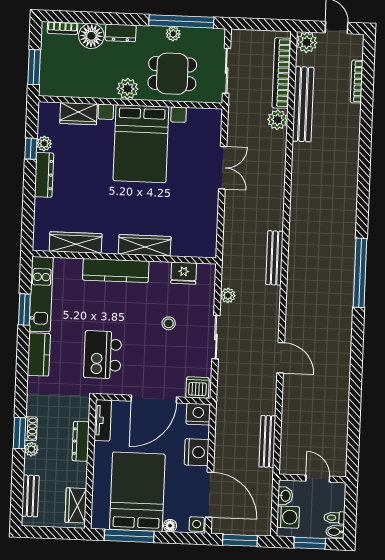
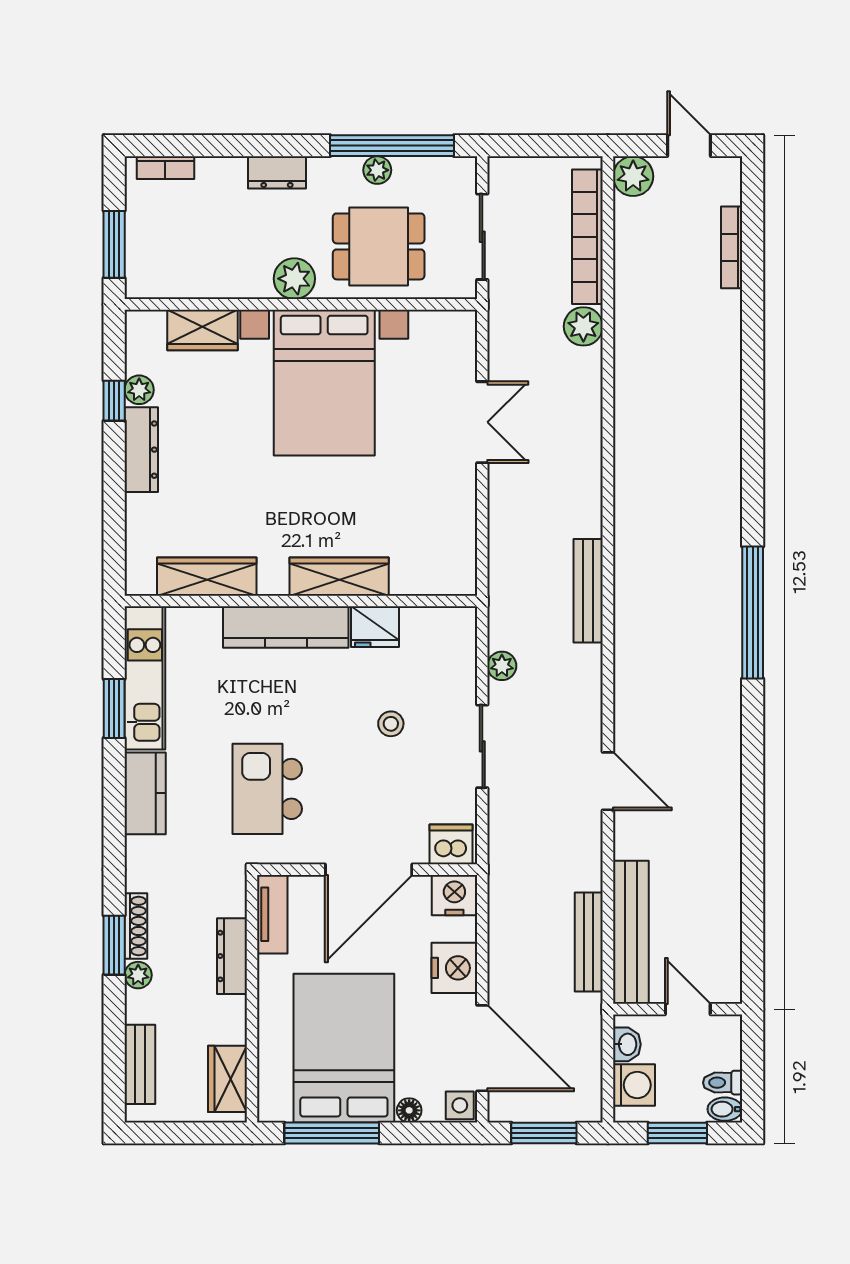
floor lamp: (91, 36) -> (221, 180), removed
bench: (303, 104) -> (631, 932), moved
fridge: (184, 273) -> (375, 627), moved
shoe rack: (31, 429) -> (136, 926), width x1.43

